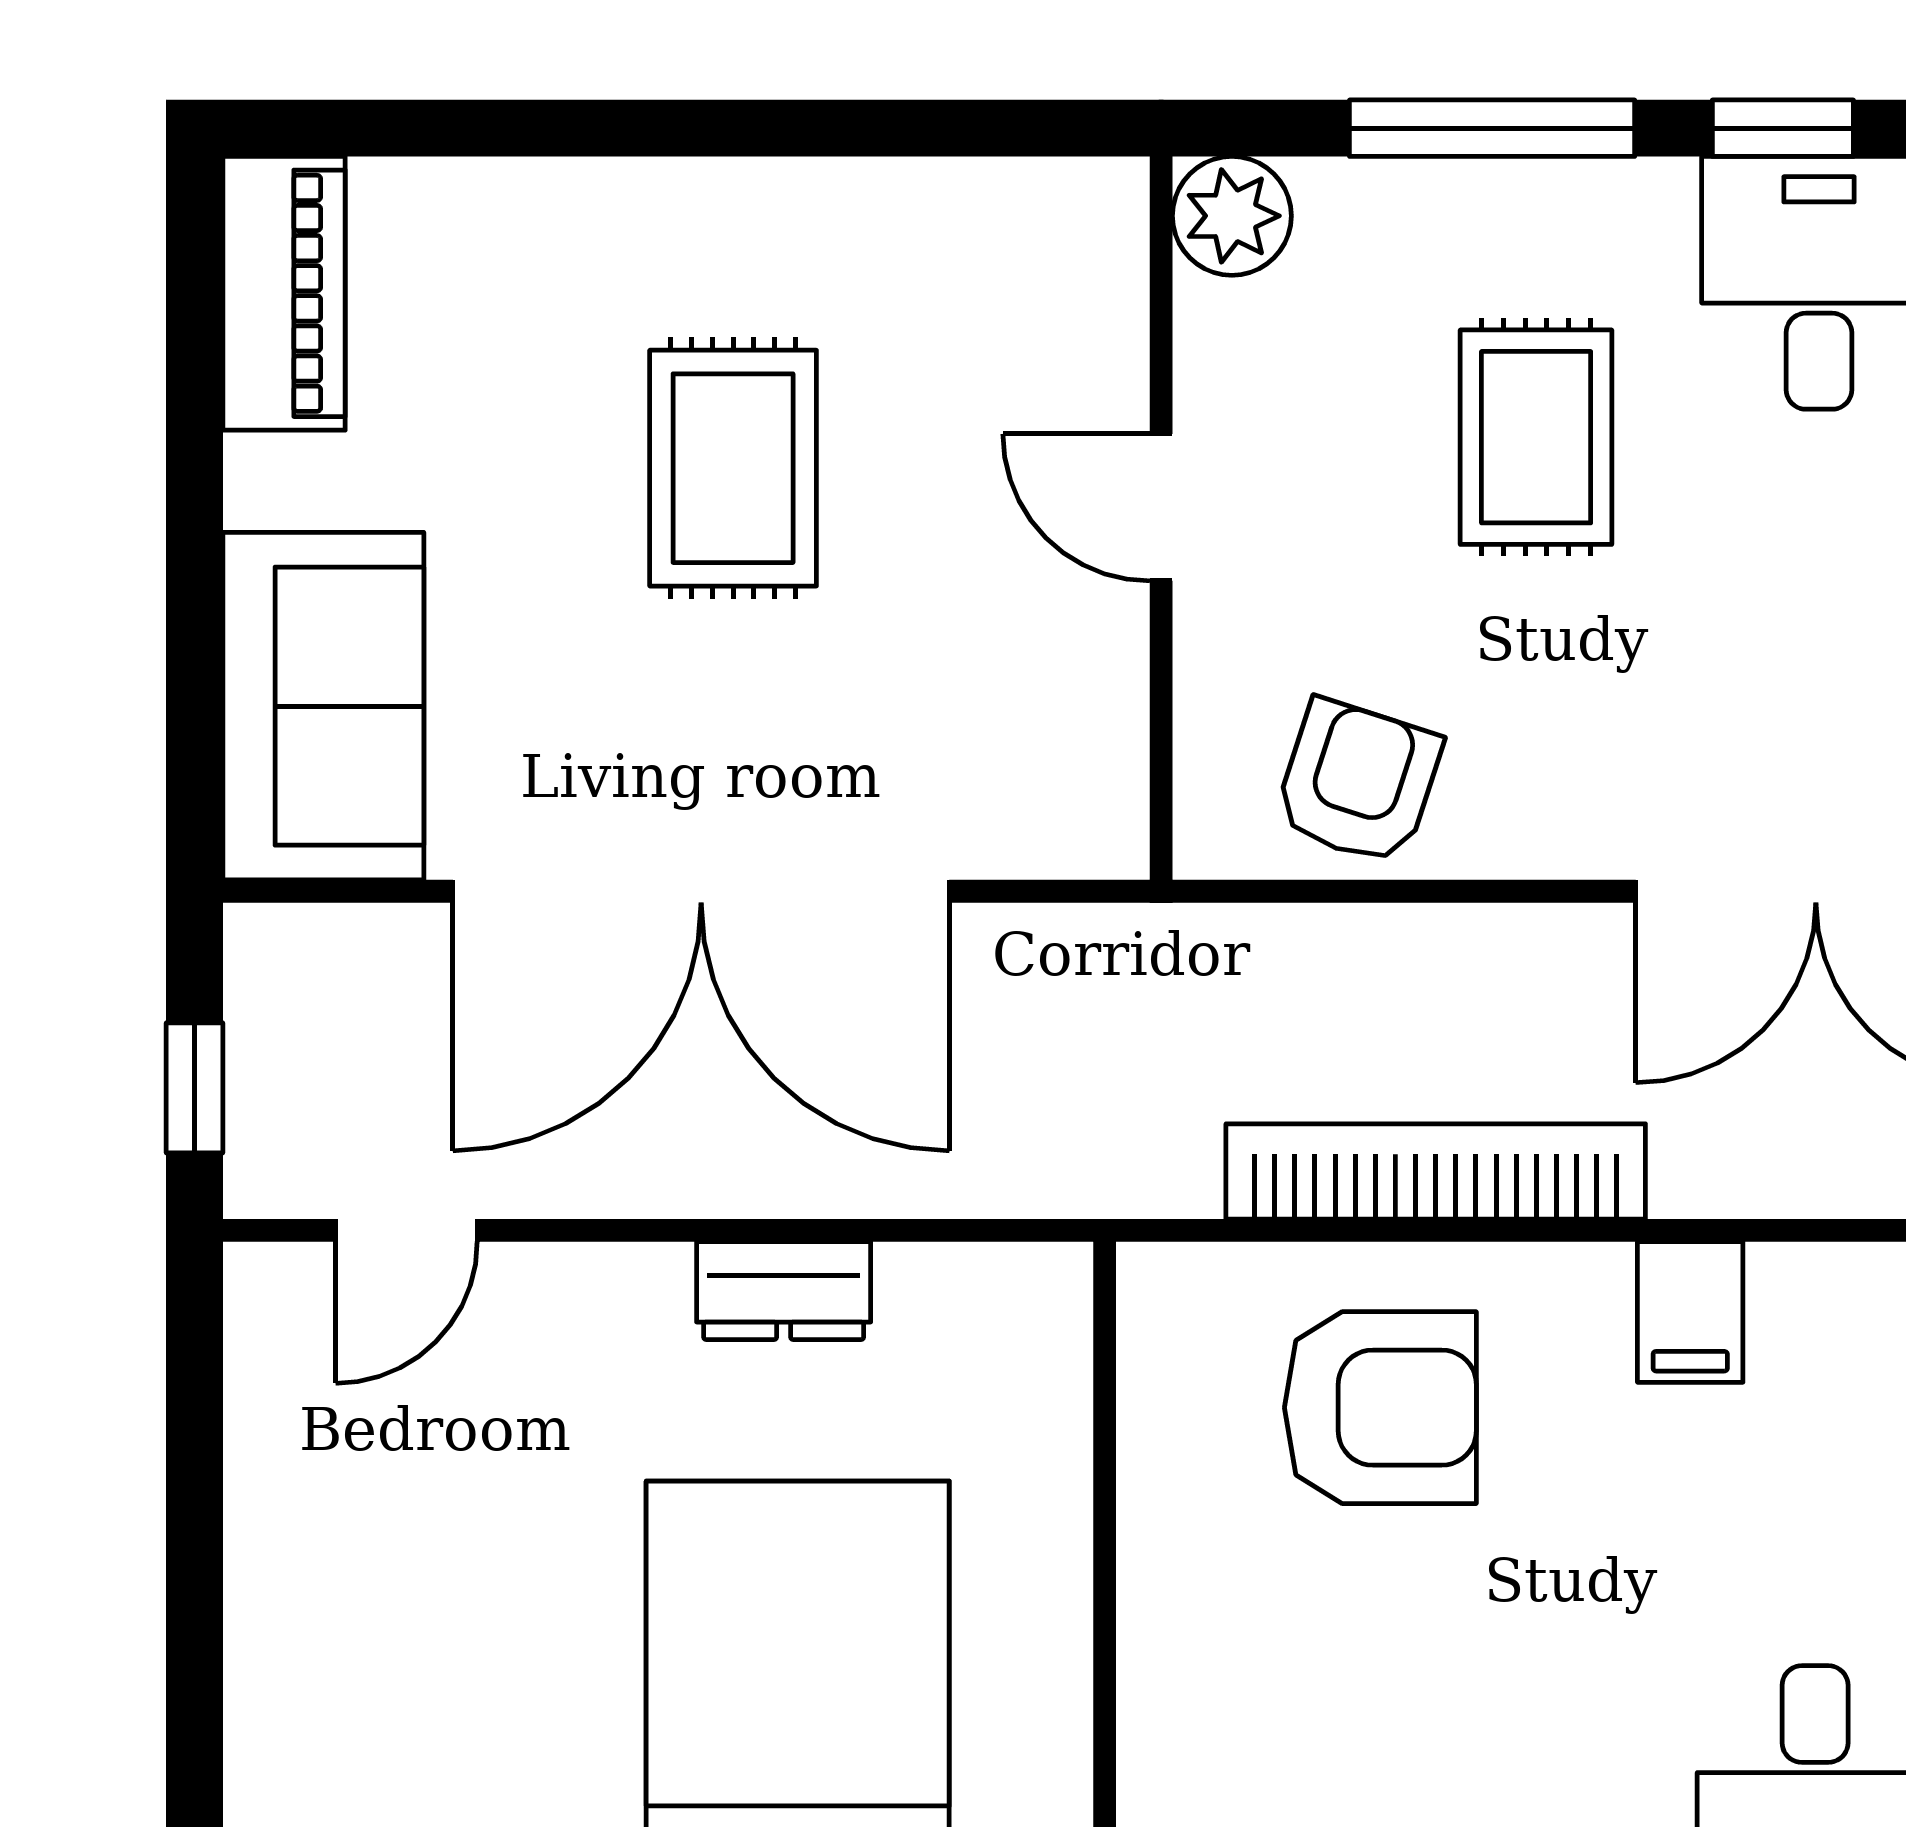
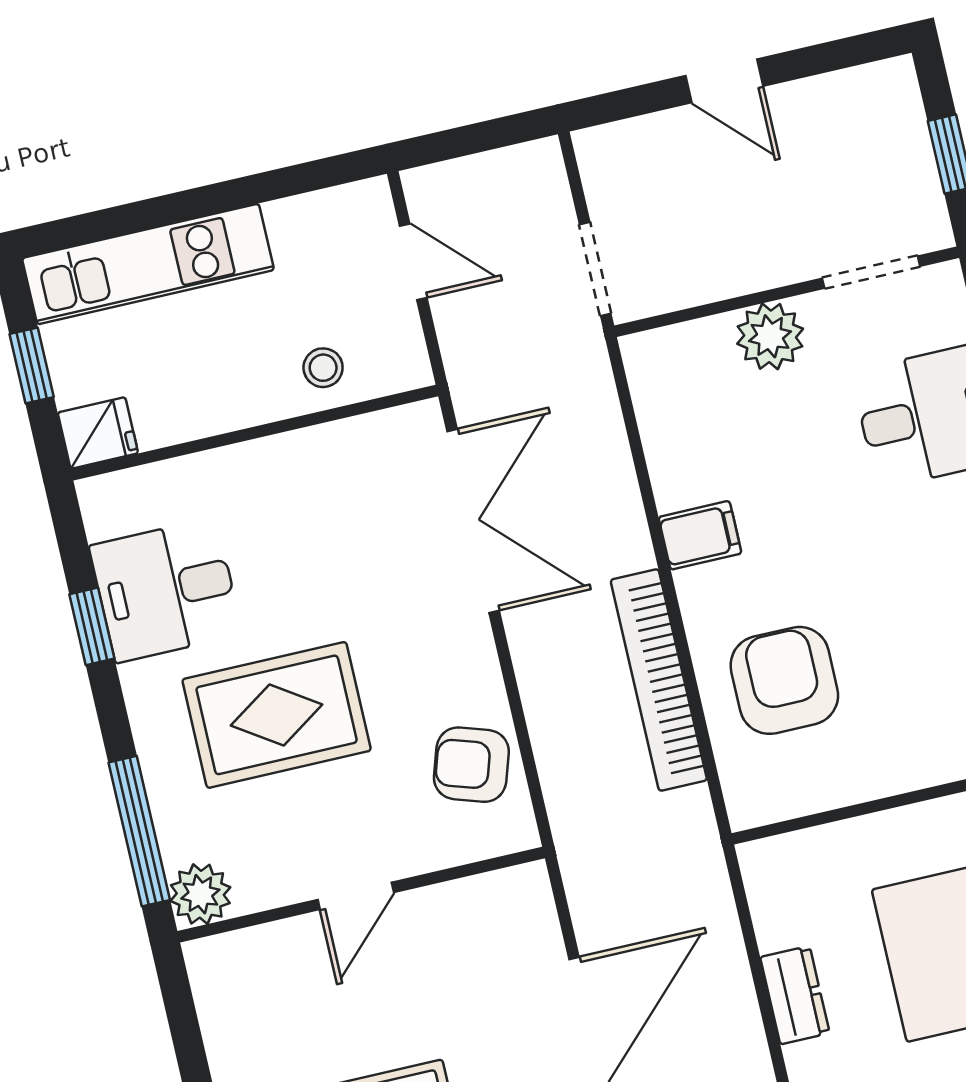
window: (1492, 128) -> (139, 831), moved
rug: (1536, 437) -> (277, 715), width x1.36, depth x1.43

